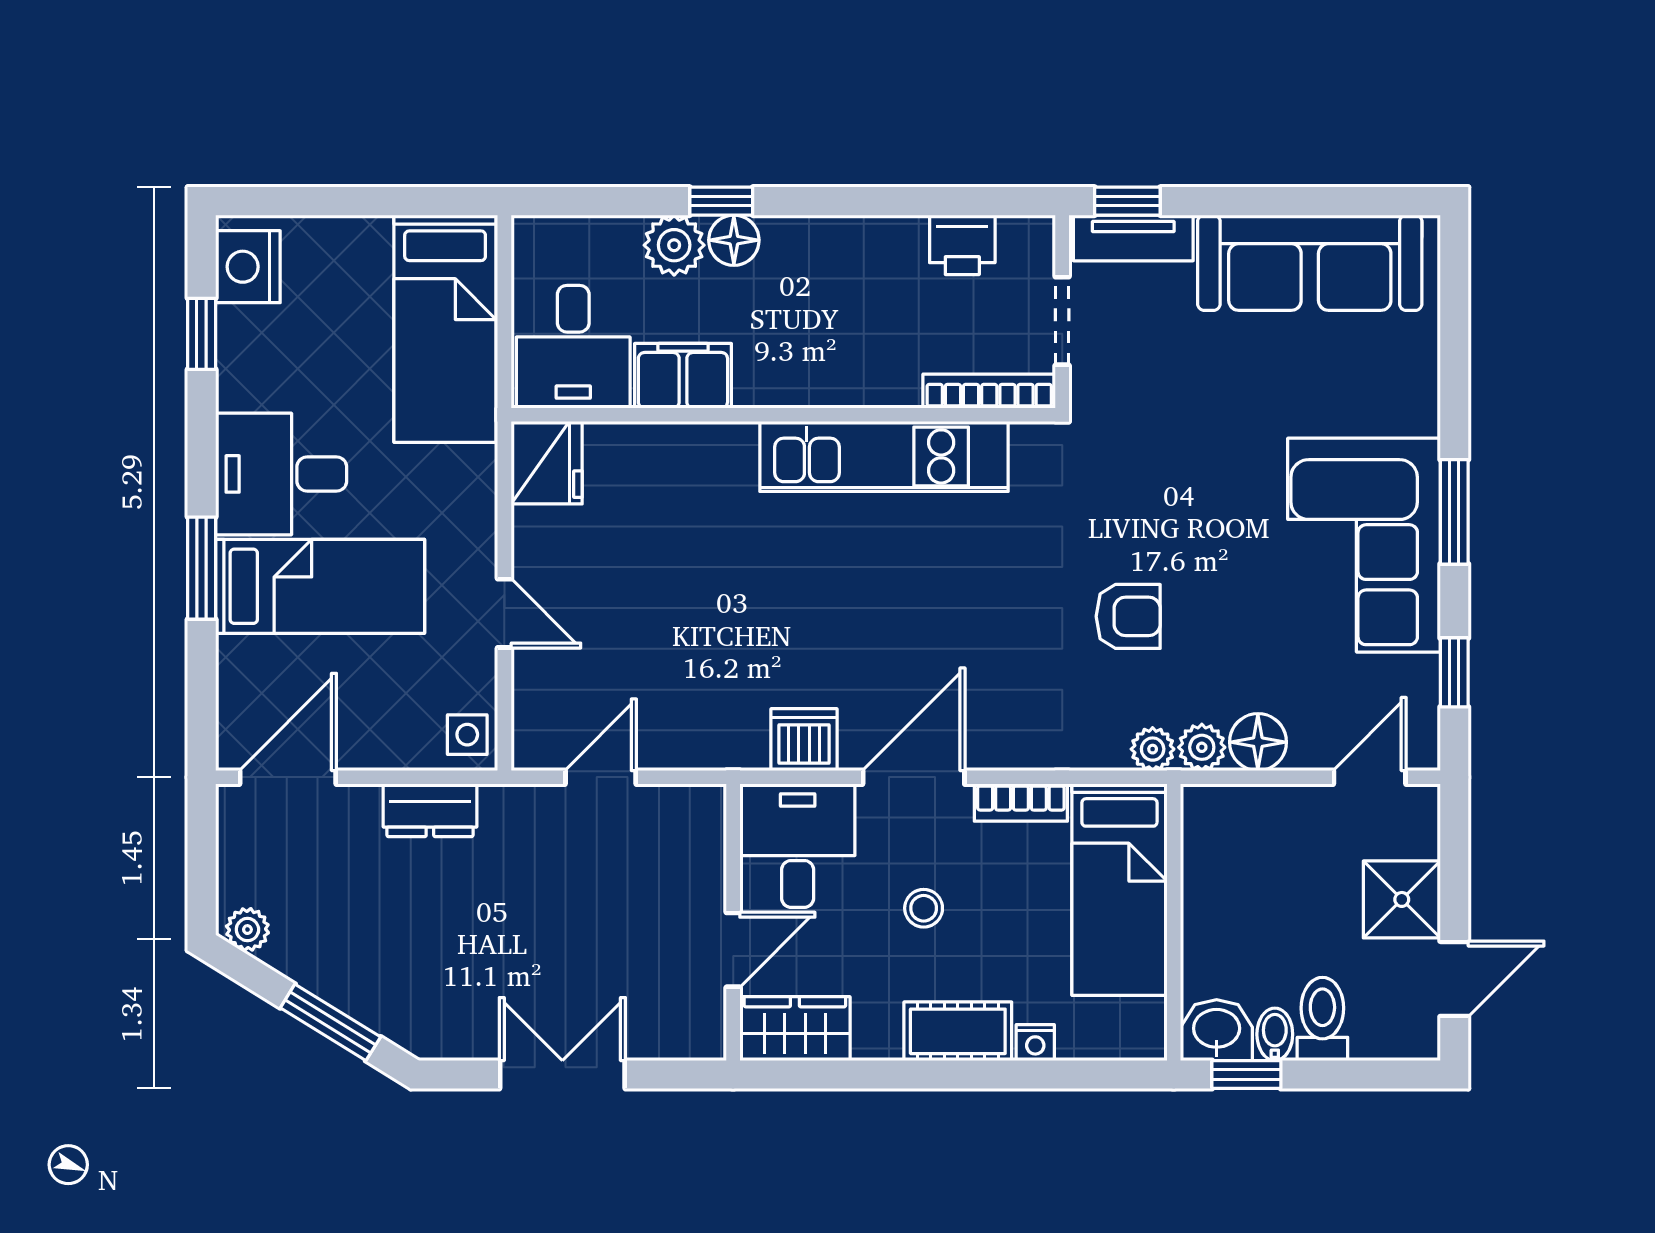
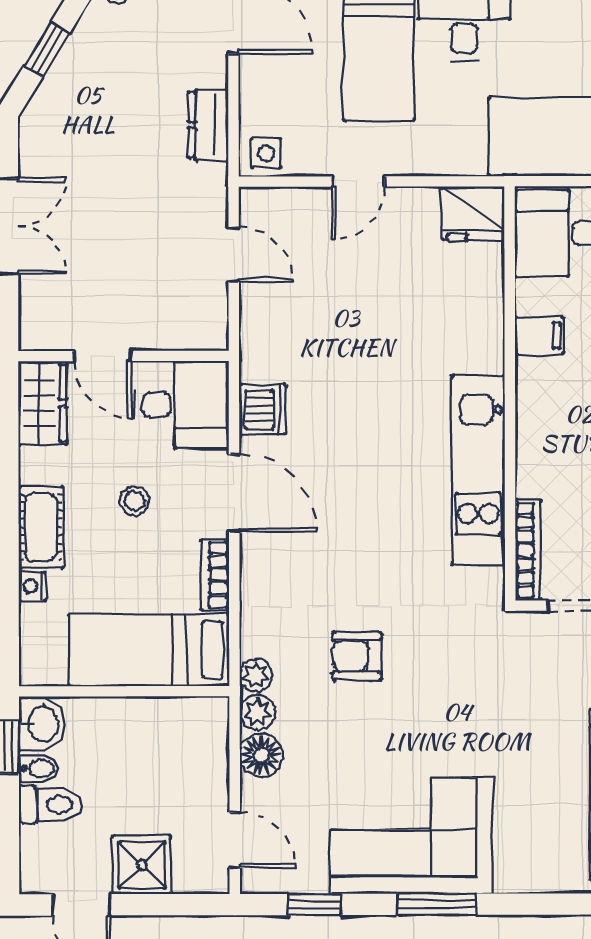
filing cabinet: (683, 376) -> (539, 335), width x0.50
armchair: (1128, 616) -> (357, 656), turned 90
window: (330, 1022) -> (47, 50), width x0.67

